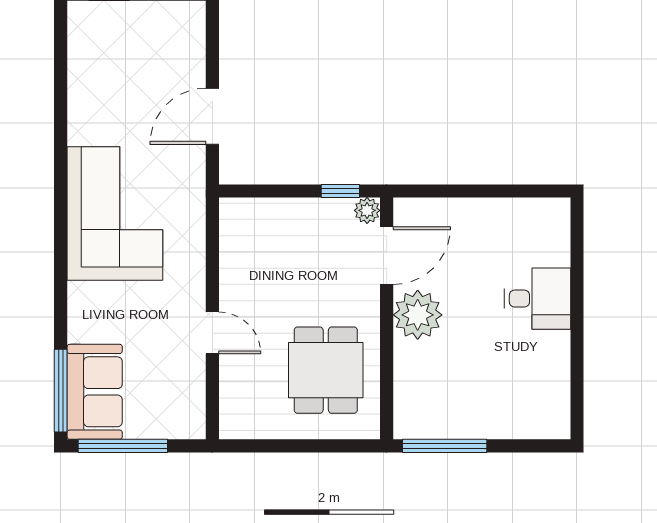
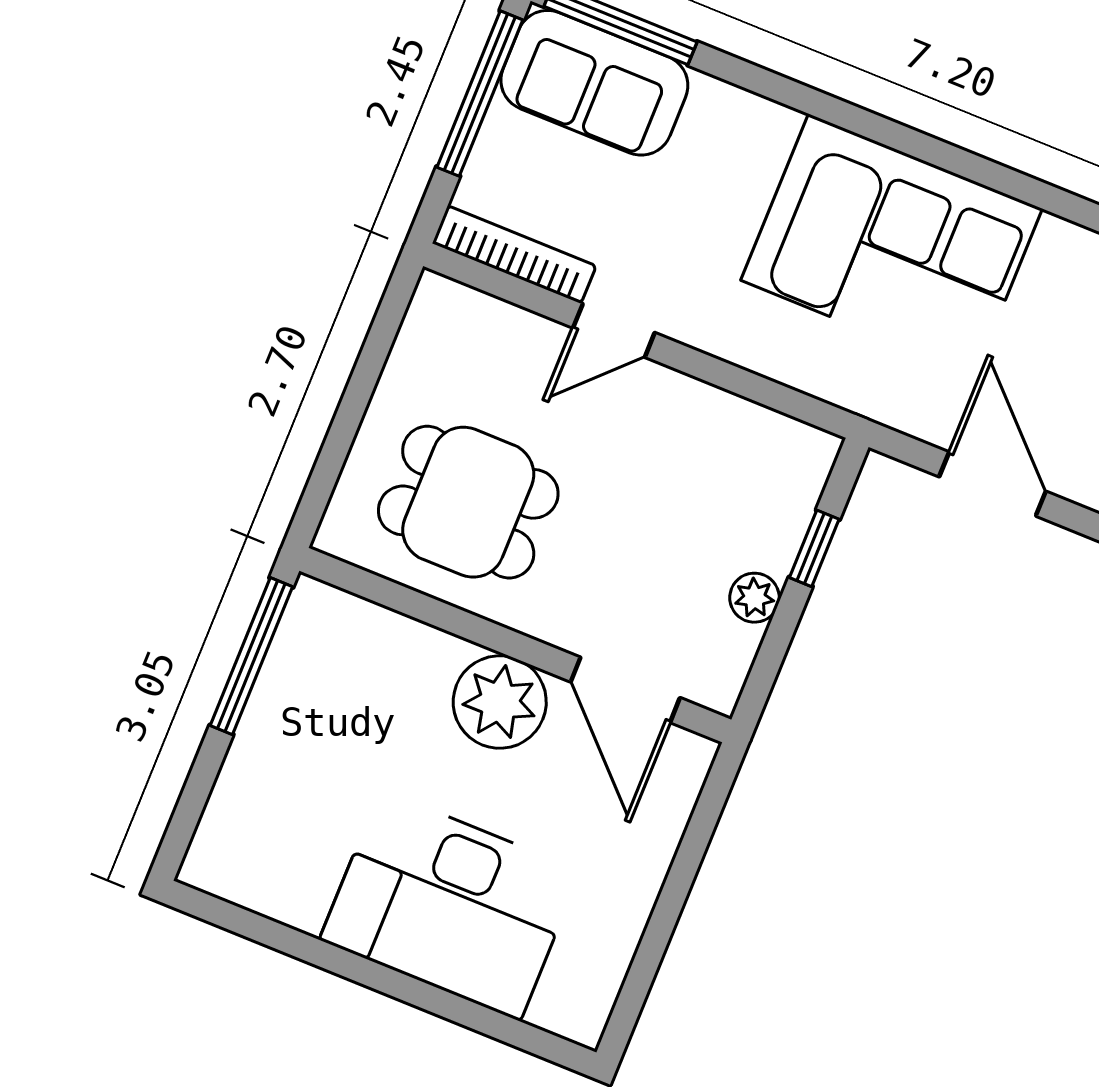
window: (340, 191) -> (814, 548), moved
plant: (367, 210) -> (755, 598), moved
desk: (537, 299) -> (450, 905), width x1.87, depth x1.30
bookcase: (195, 397) -> (514, 255), added

